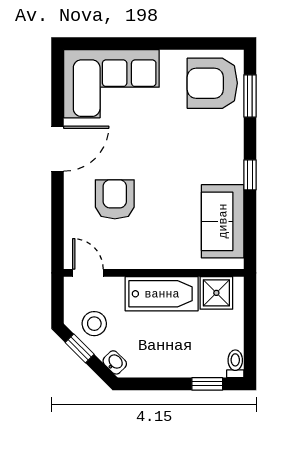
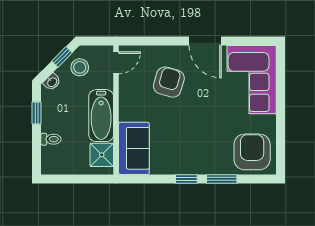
window: (250, 96) -> (222, 179), moved
armchair: (115, 199) -> (169, 82), turned -74
sofa: (223, 221) -> (134, 148), moved, turned 90
toilet: (235, 364) -> (51, 139), moved
window: (207, 384) -> (37, 113), moved

